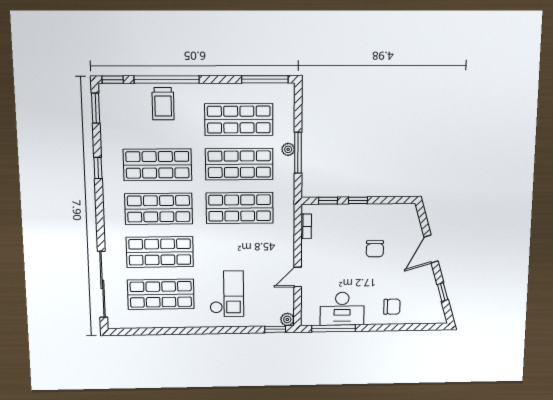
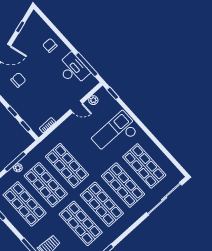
chair: (375, 249) -> (18, 80), moved
checkout: (227, 294) -> (116, 134), width x1.36, depth x1.21
plant: (287, 319) -> (93, 100), moved

